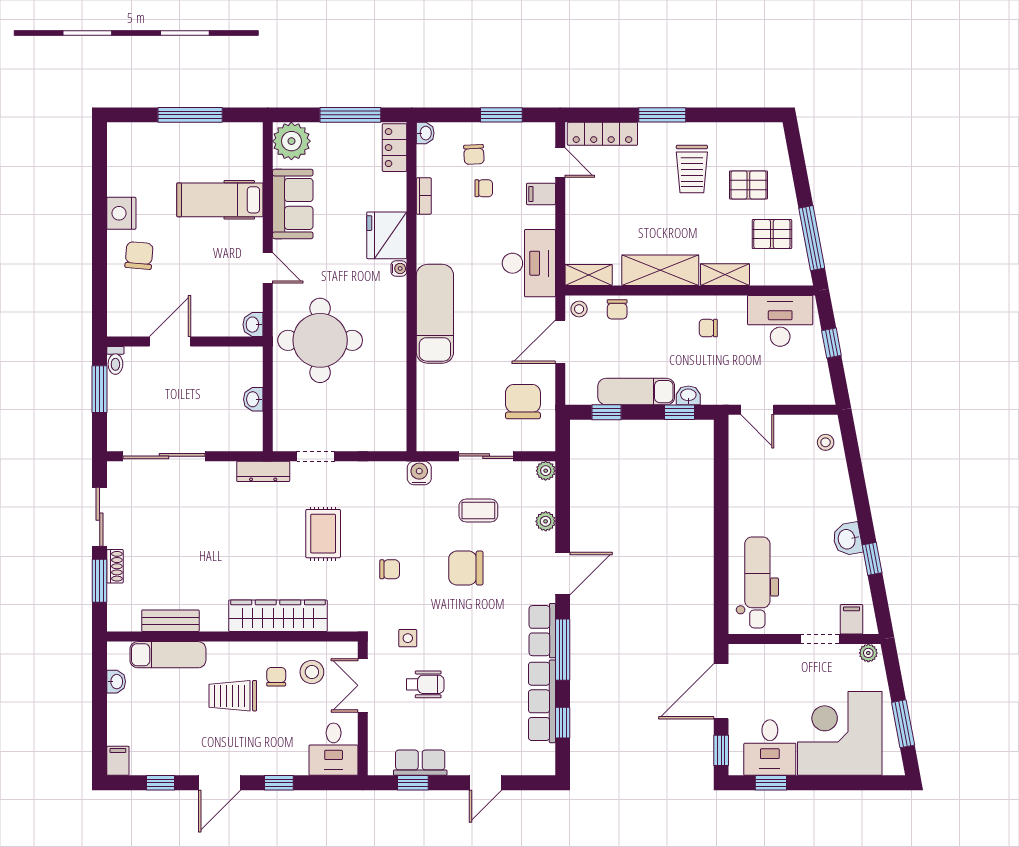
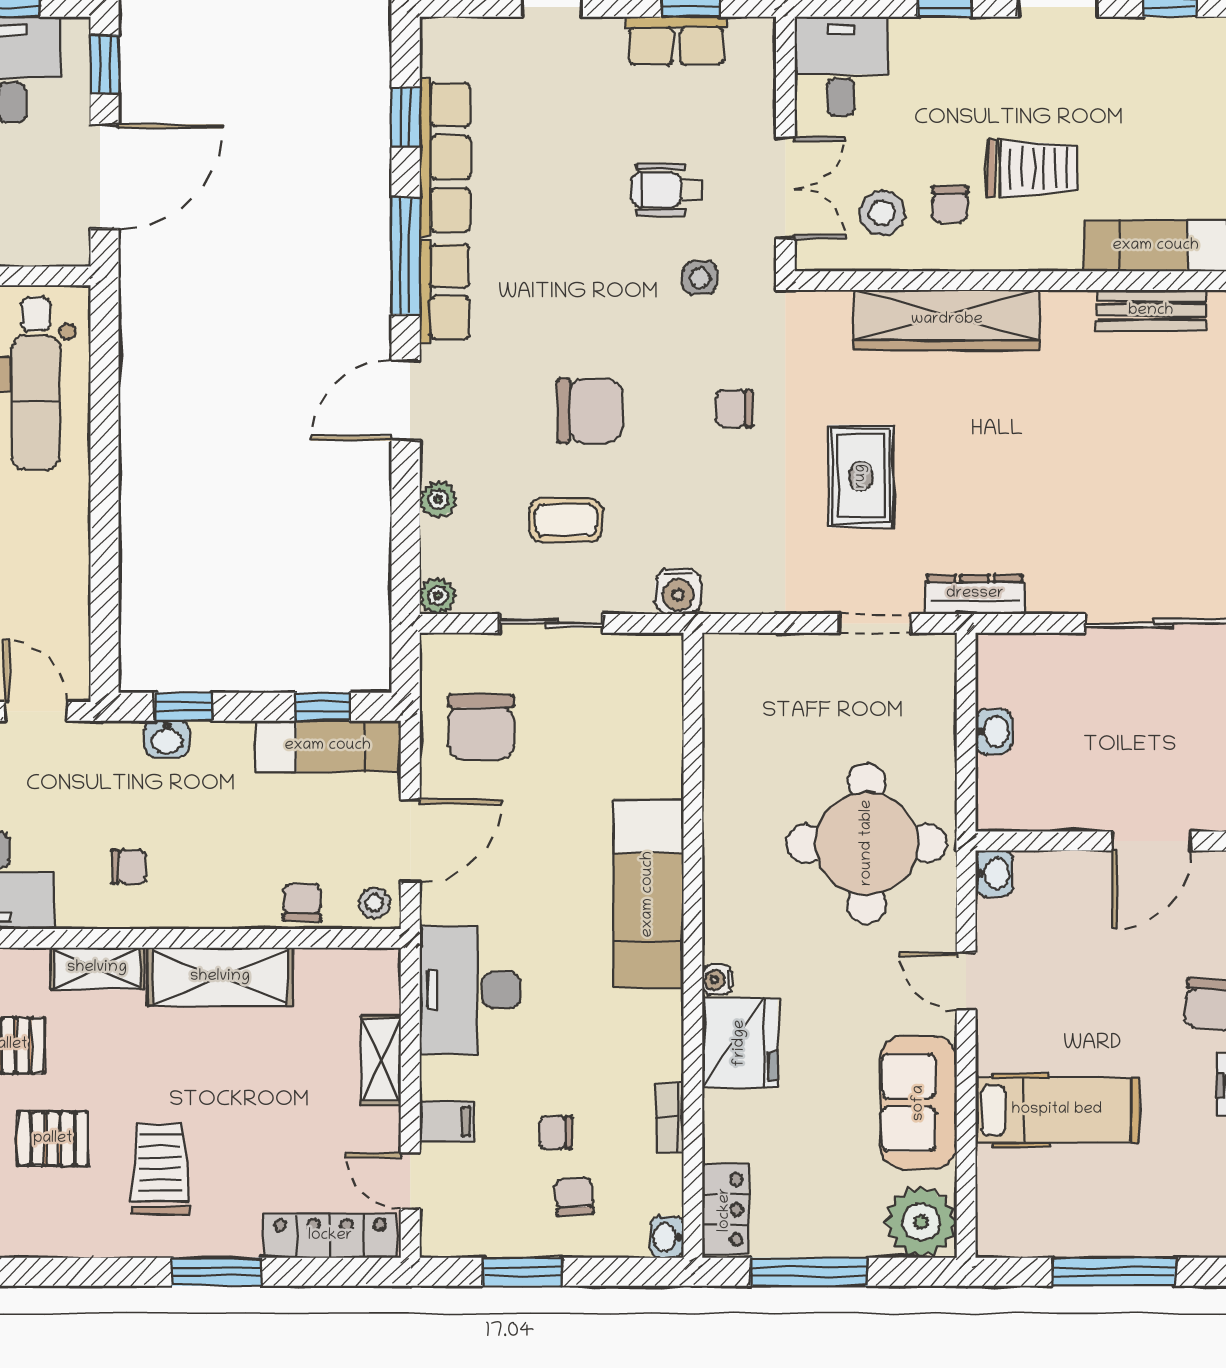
shelving: (589, 275) -> (381, 1060), moved, turned 90
exam couch: (636, 392) -> (328, 746), moved

